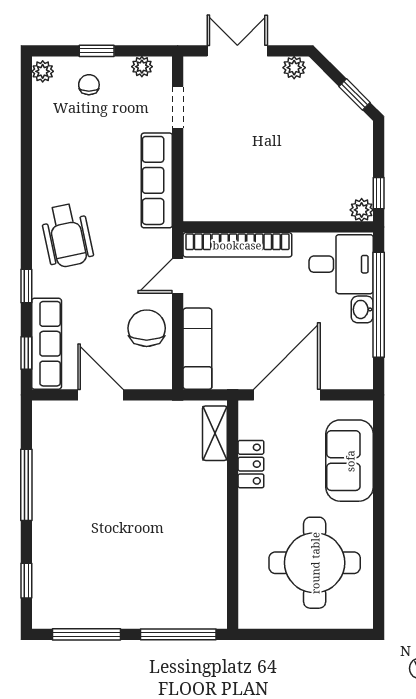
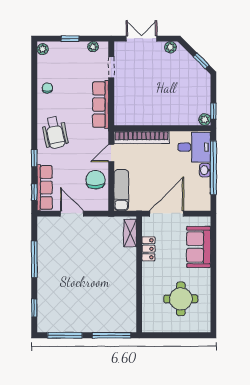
chair: (89, 85) -> (47, 88), moved
round table: (315, 563) -> (181, 299), width x0.73, depth x0.73

